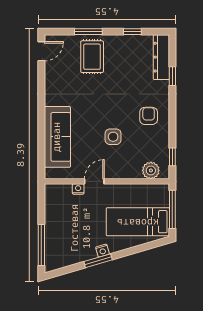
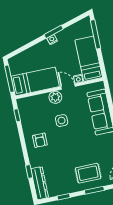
rug: (92, 57) -> (88, 173), turned 90
plant: (151, 170) -> (55, 97), moved
door: (94, 181) -> (68, 87), swing flipped
bed: (58, 214) -> (89, 59), added
bed: (138, 222) -> (35, 81), moved

